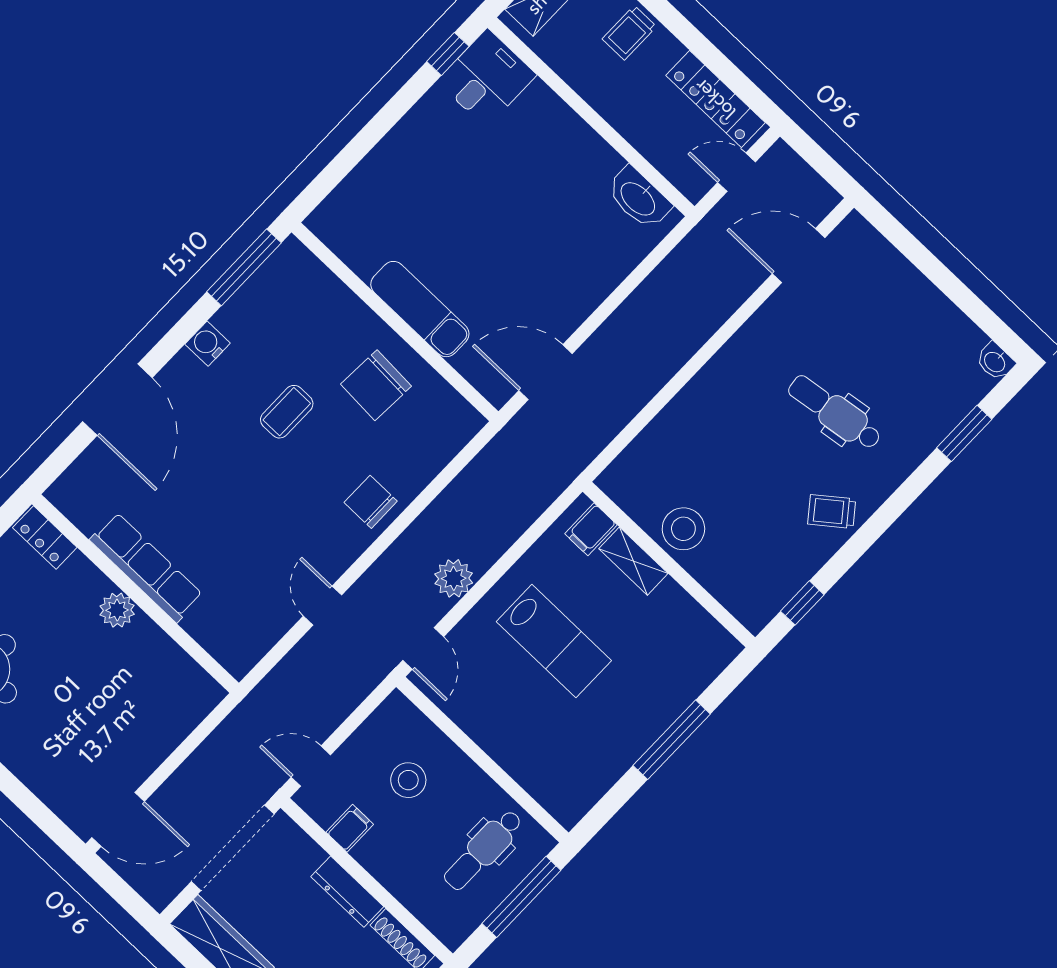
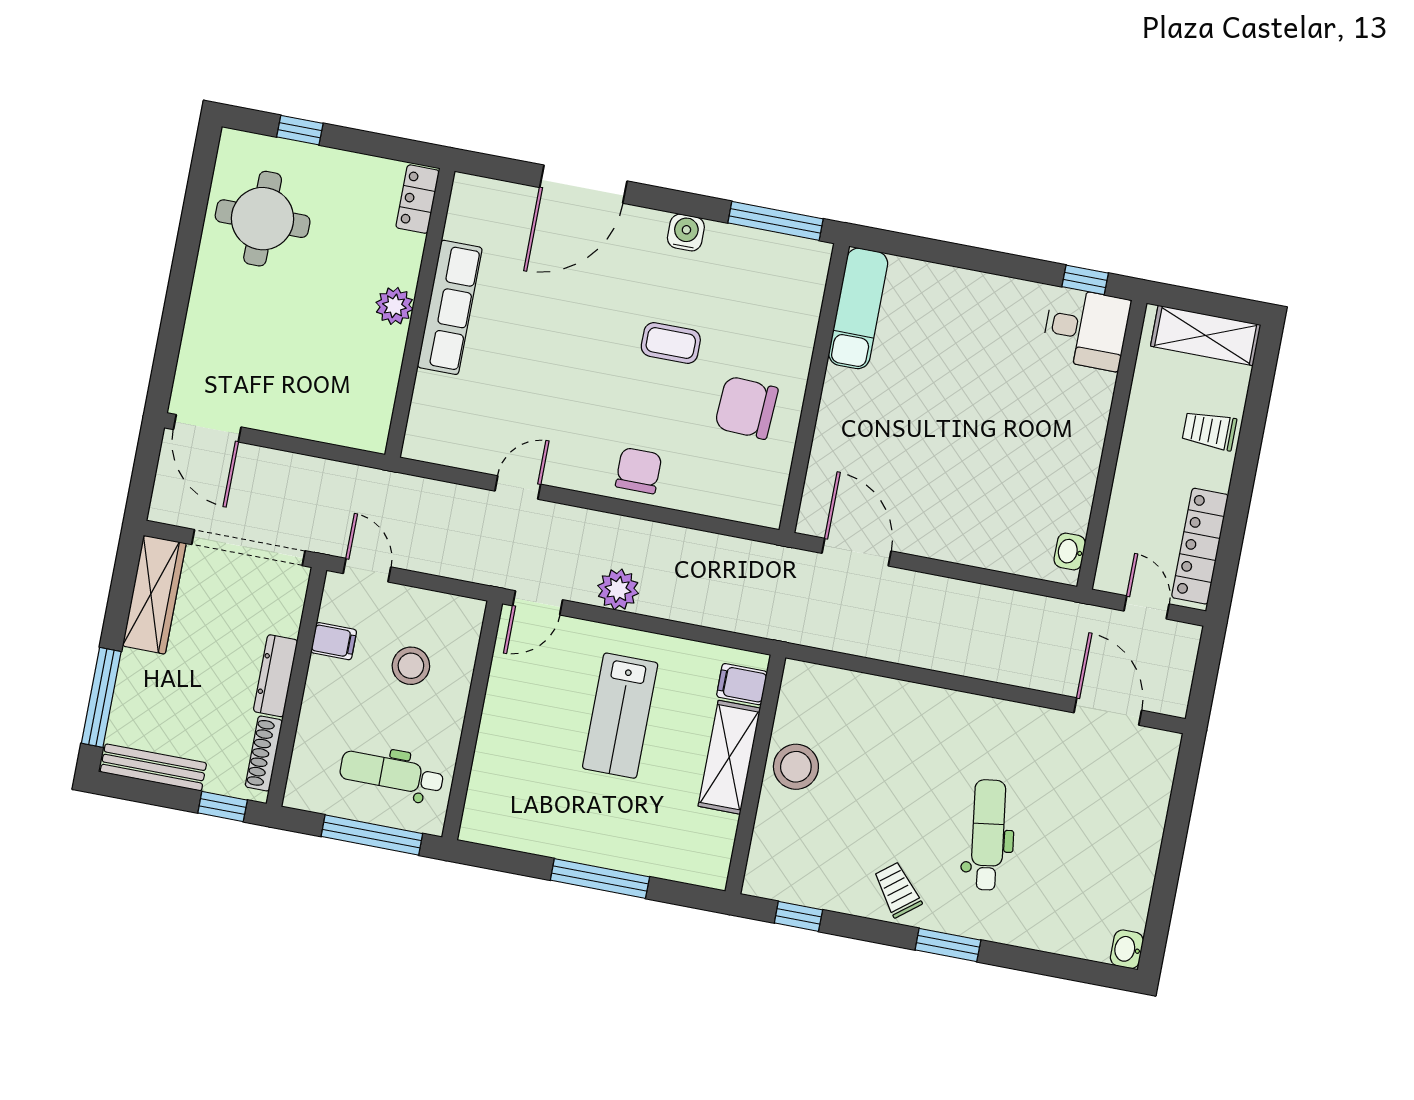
washbasin: (639, 198) -> (1070, 551), width x0.52, depth x0.69
exam couch: (420, 309) -> (858, 308), moved
window: (964, 433) -> (948, 945), moved
shelving: (633, 561) -> (729, 757), width x1.50, depth x1.33

